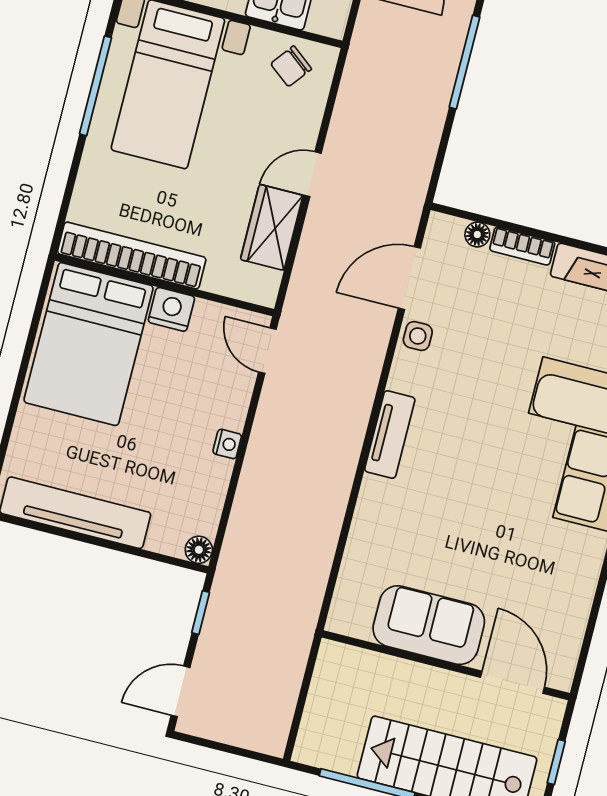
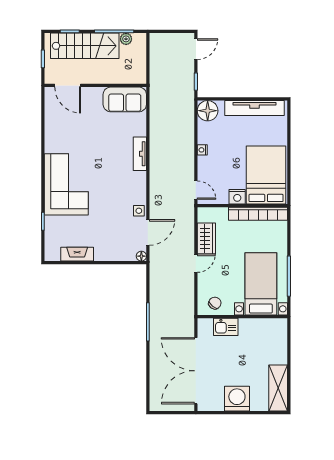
floor lamp: (477, 235) -> (141, 256), moved
bookcase: (522, 246) -> (107, 256), removed
tv unit: (390, 435) -> (140, 154), moved
floor lamp: (199, 550) -> (208, 111), width x1.89, depth x1.89
sofa: (429, 625) -> (125, 99), moved
plant: (343, 759) -> (126, 39), added

